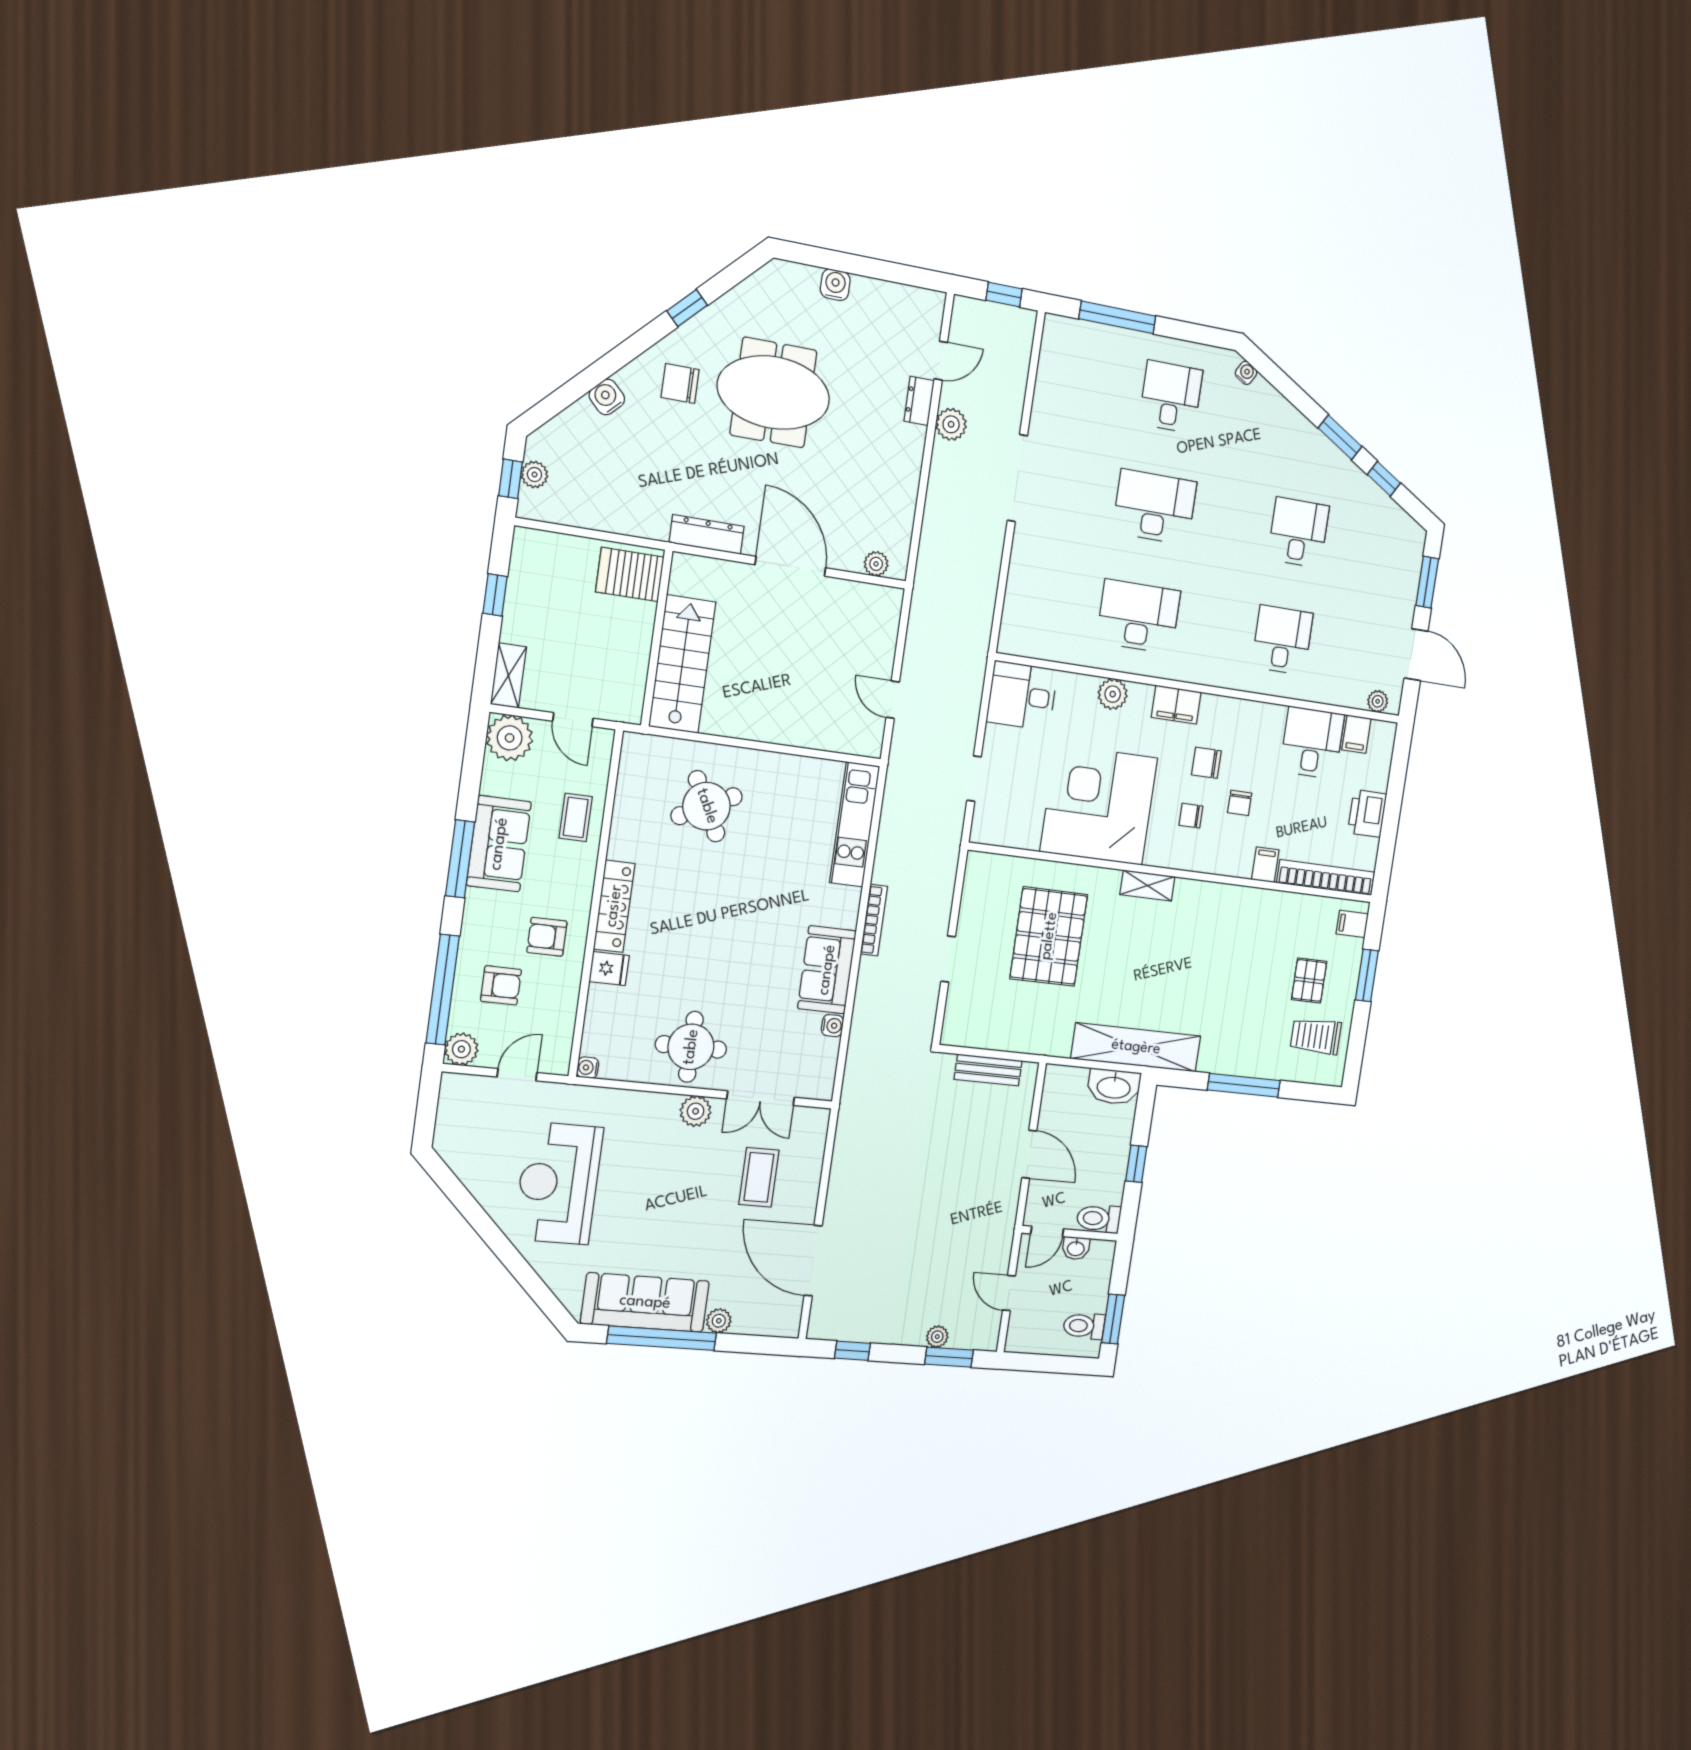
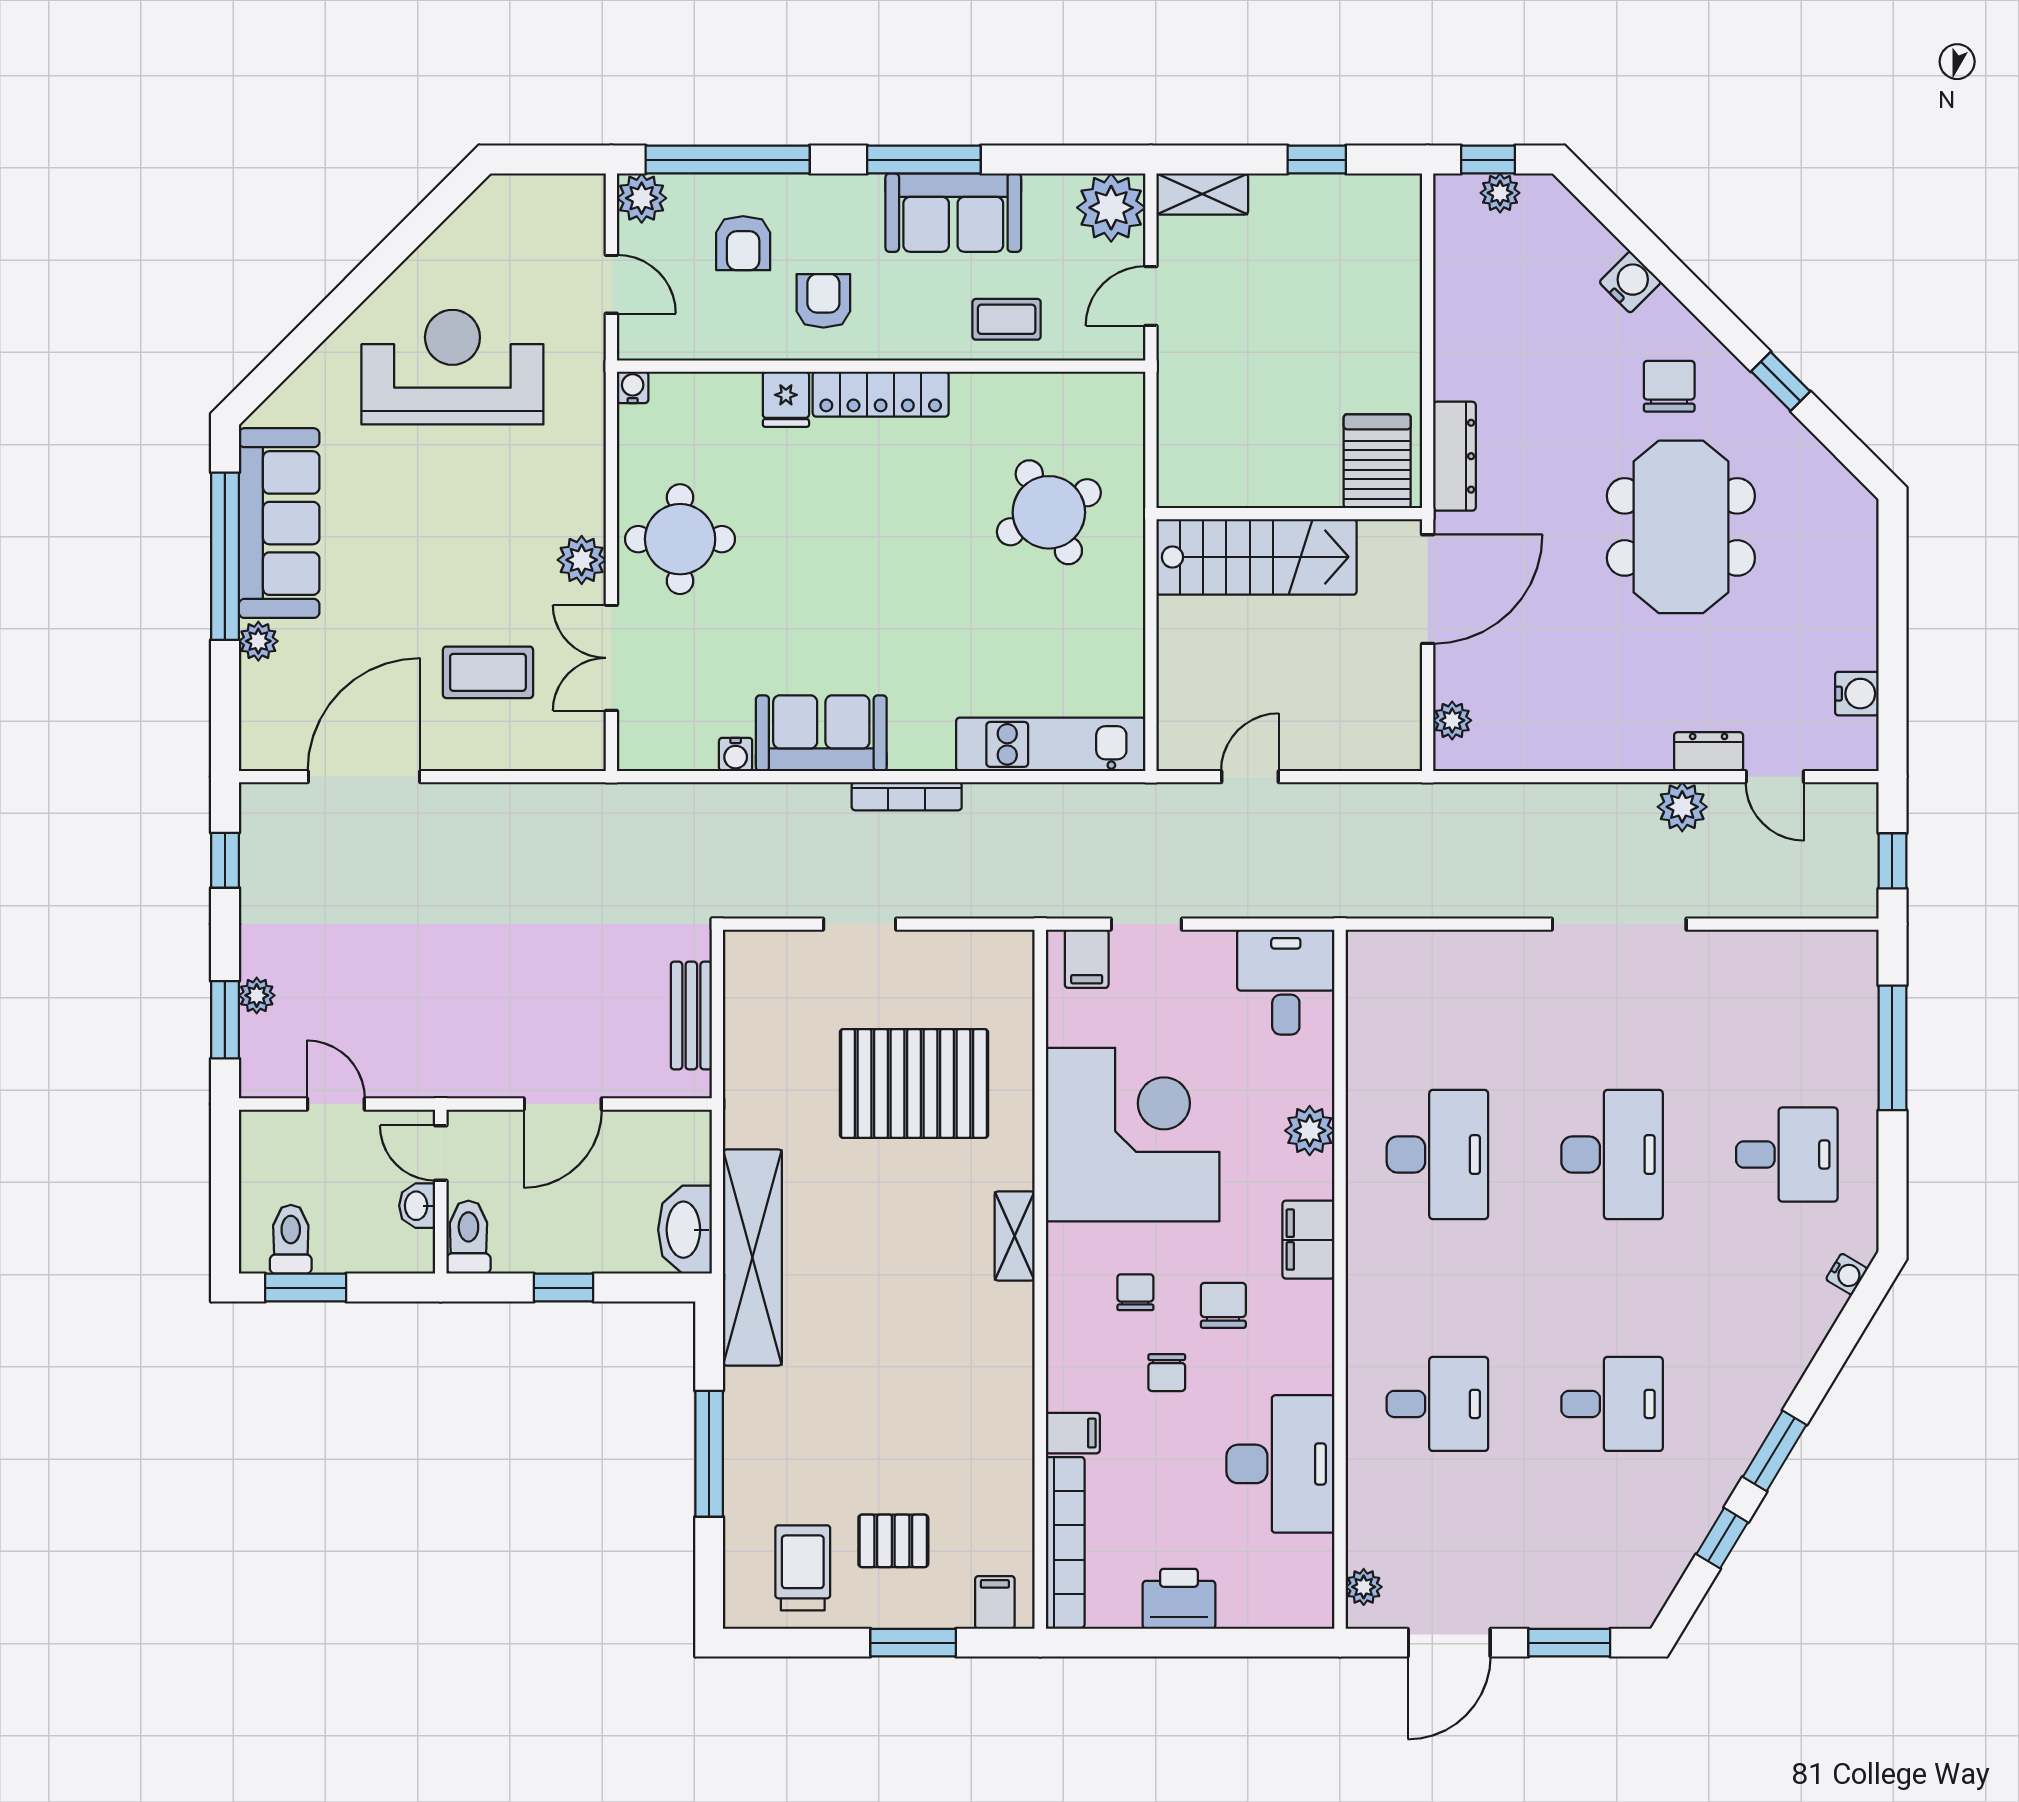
water cooler: (835, 285) -> (1857, 694), moved
server rack: (630, 574) -> (1377, 461), moved
wall: (657, 638) -> (1289, 514), moved
stairs: (682, 664) -> (1257, 557), moved
filing cabinet: (1356, 734) -> (1087, 959), moved, turned -90
desk: (1312, 743) -> (1280, 1464), width x1.37
chair: (1240, 803) -> (1167, 1373), turned -90
door: (1009, 1293) -> (336, 1104), hinge flipped

